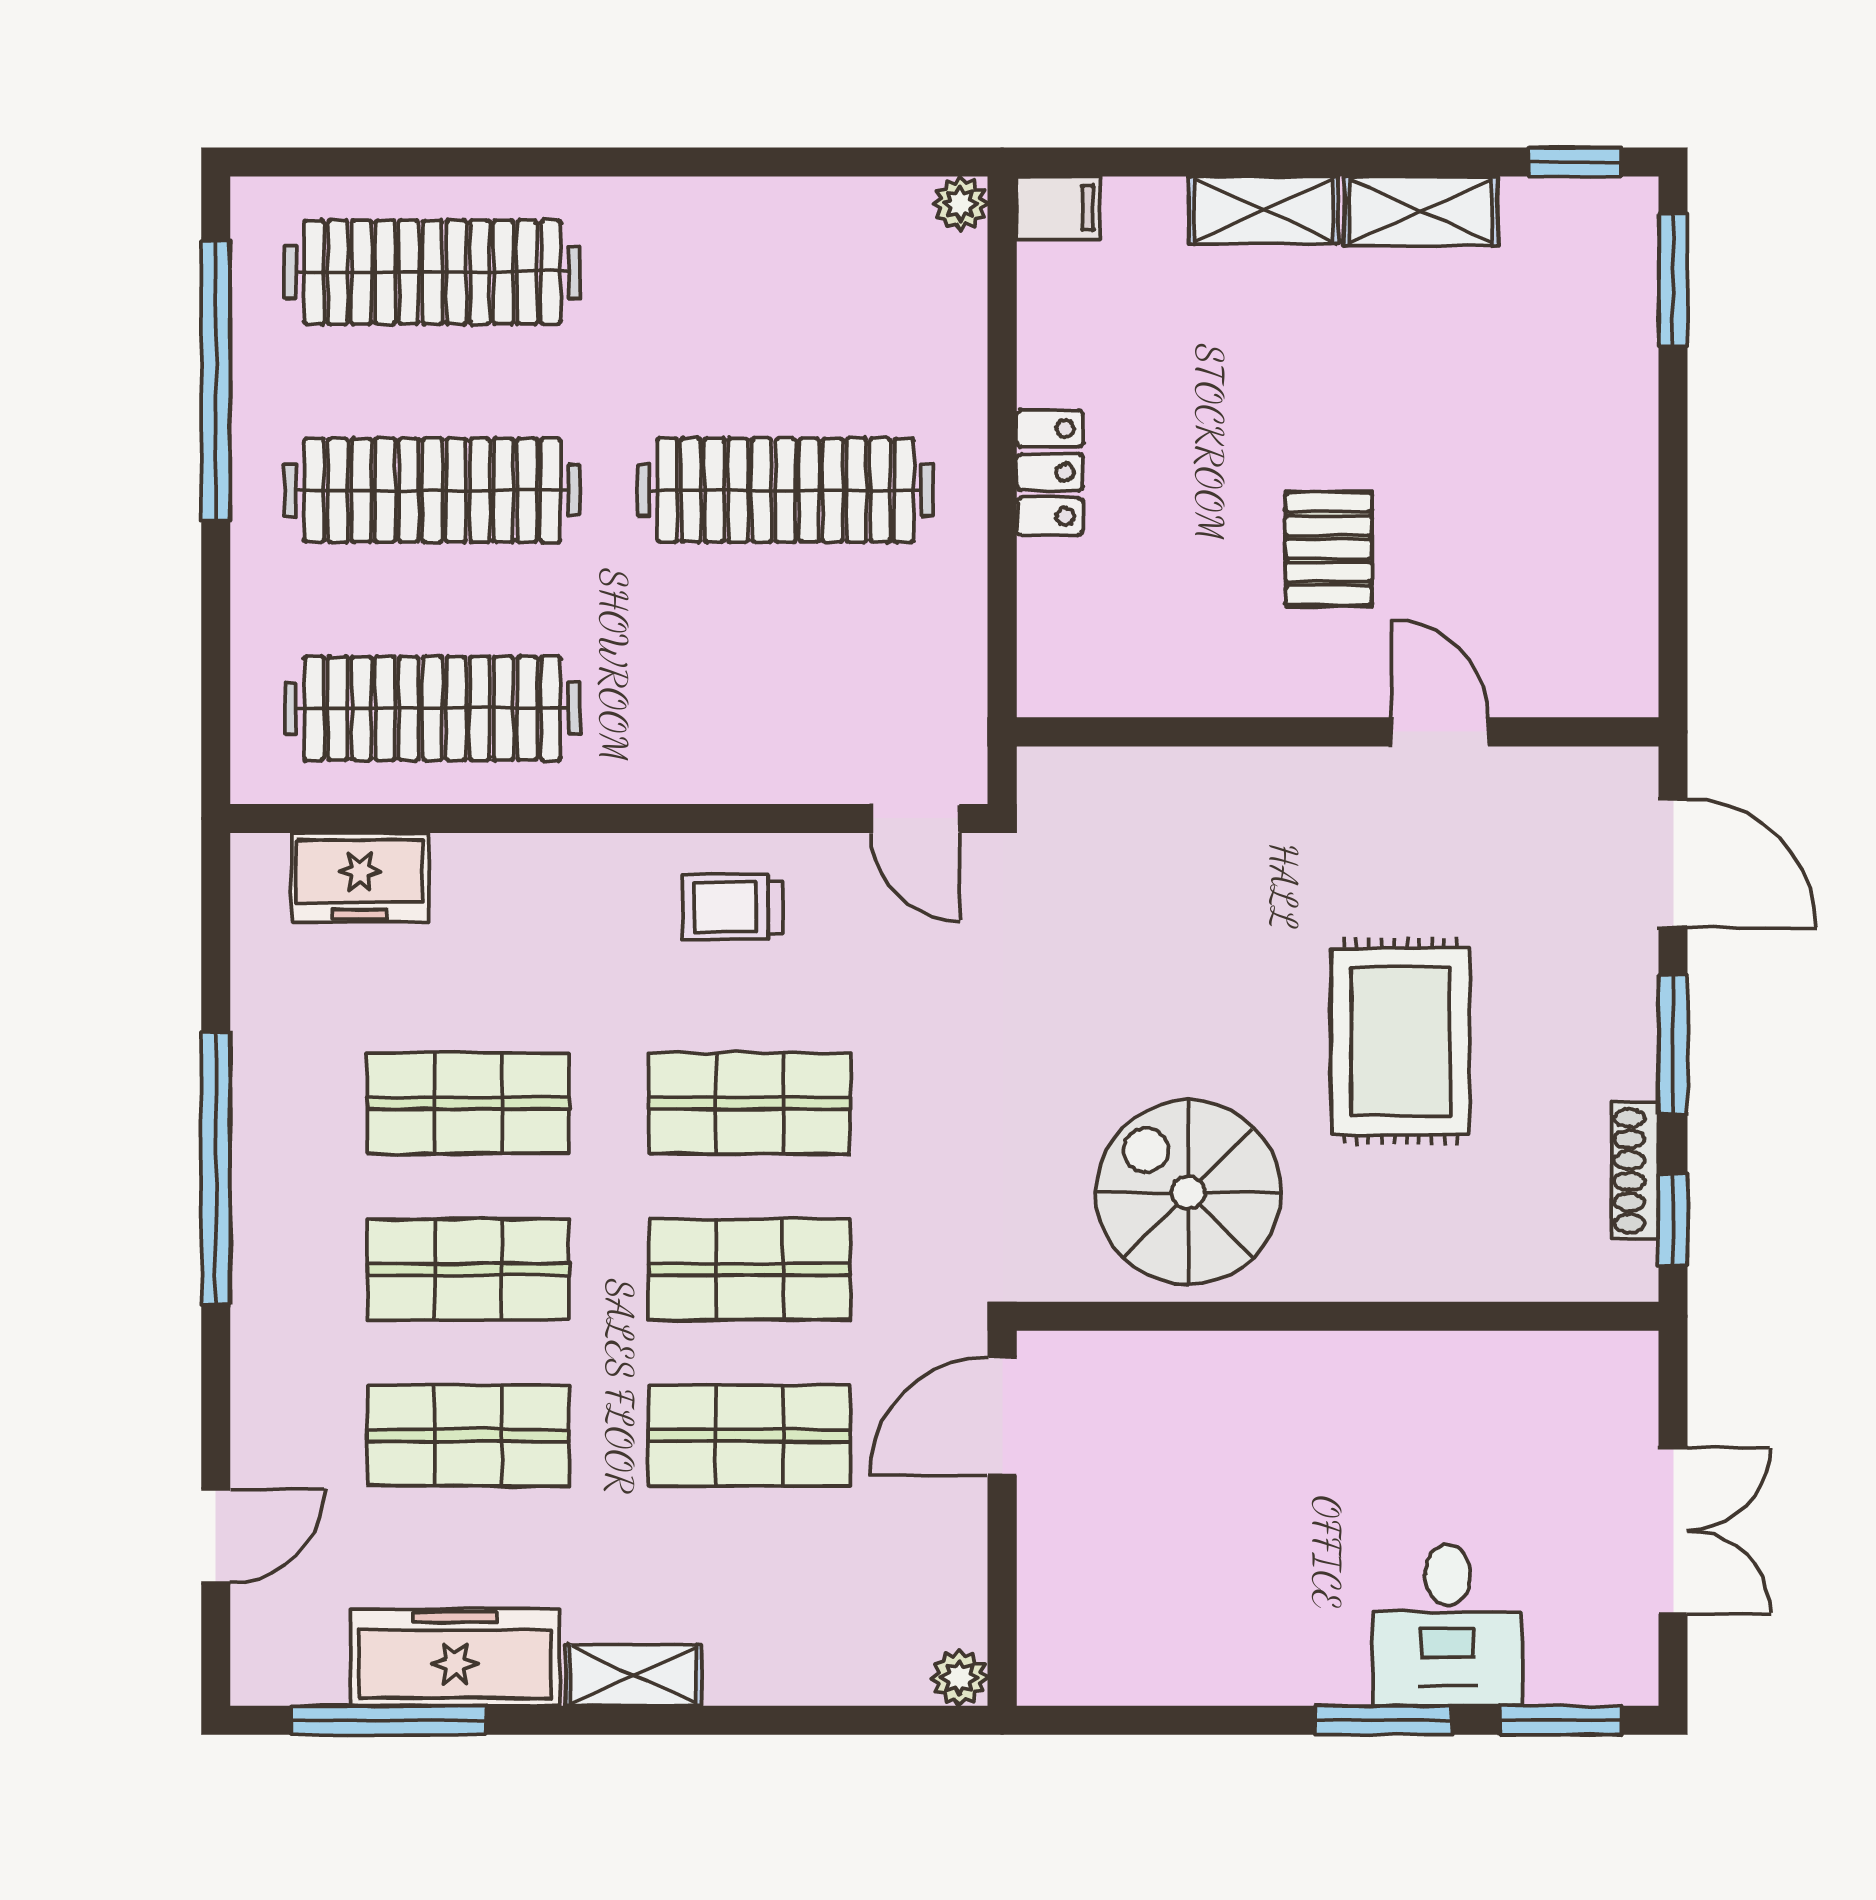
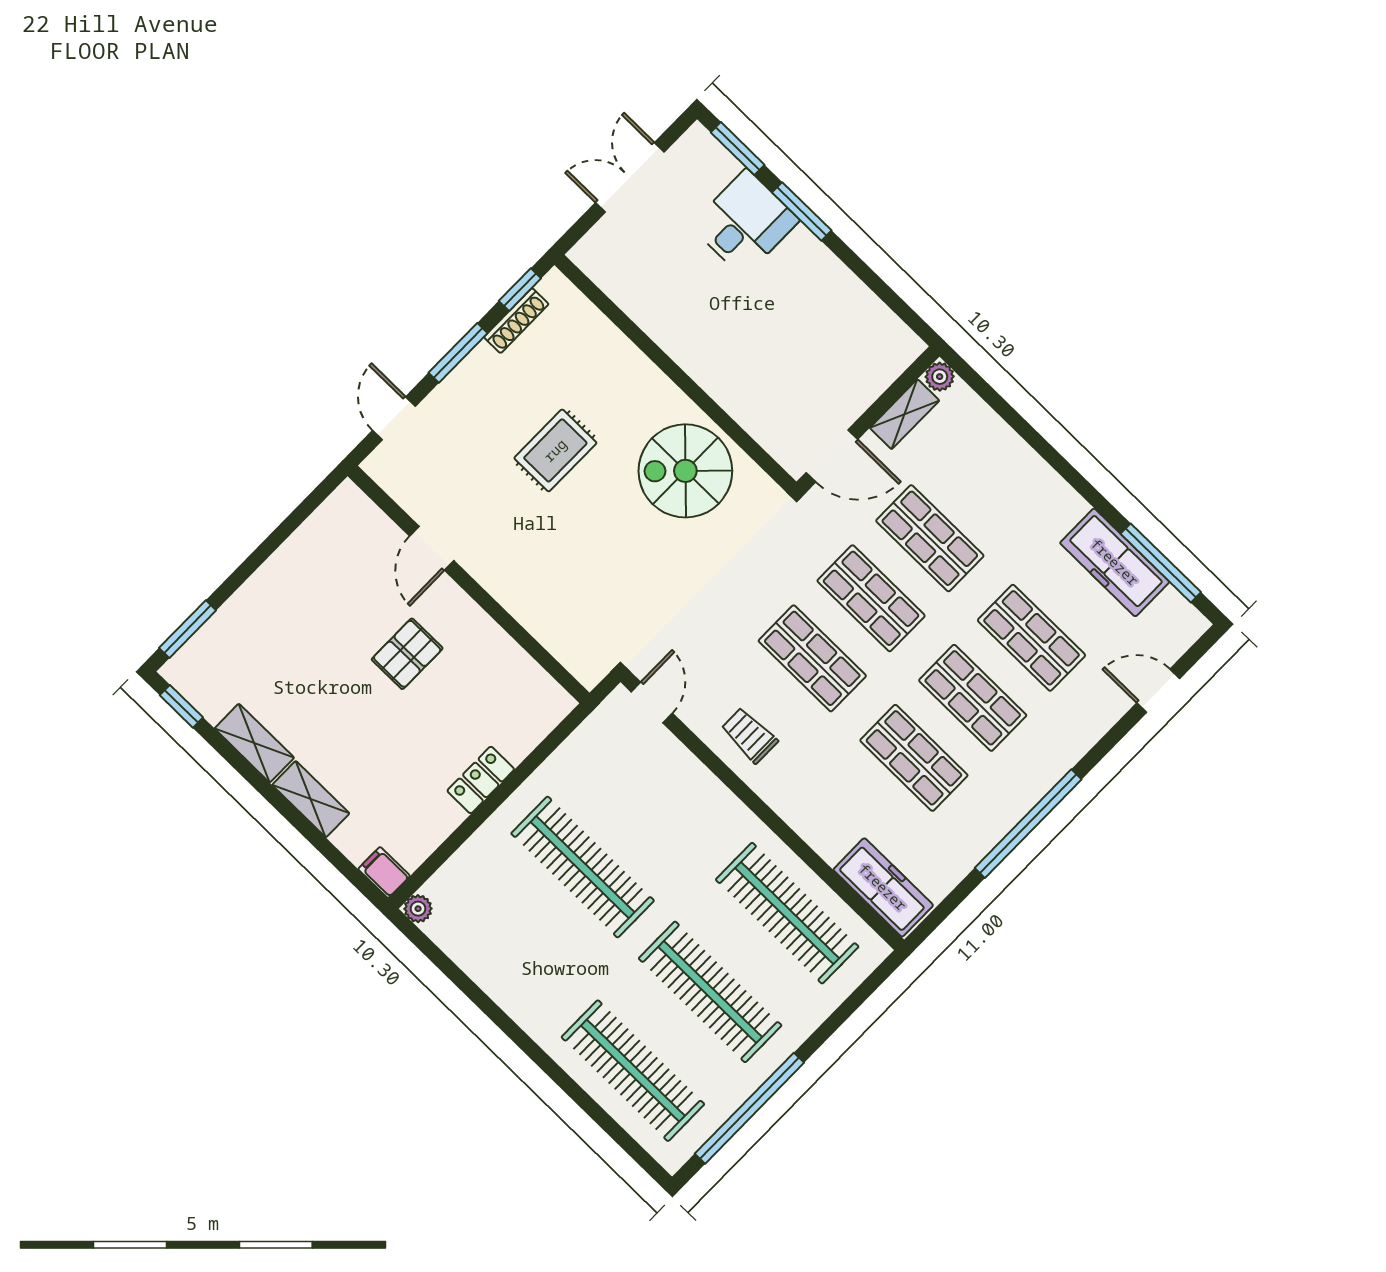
door: (1673, 863) -> (394, 418), width x0.73
freezer: (360, 877) -> (883, 887), width x1.40
trolley: (732, 907) -> (749, 735), turned 180
rug: (1400, 1041) -> (555, 450), width x0.73, depth x0.70
spiral stairs: (1188, 1192) -> (685, 471), turned 90
shelving: (633, 1675) -> (905, 414), moved, turned 90

